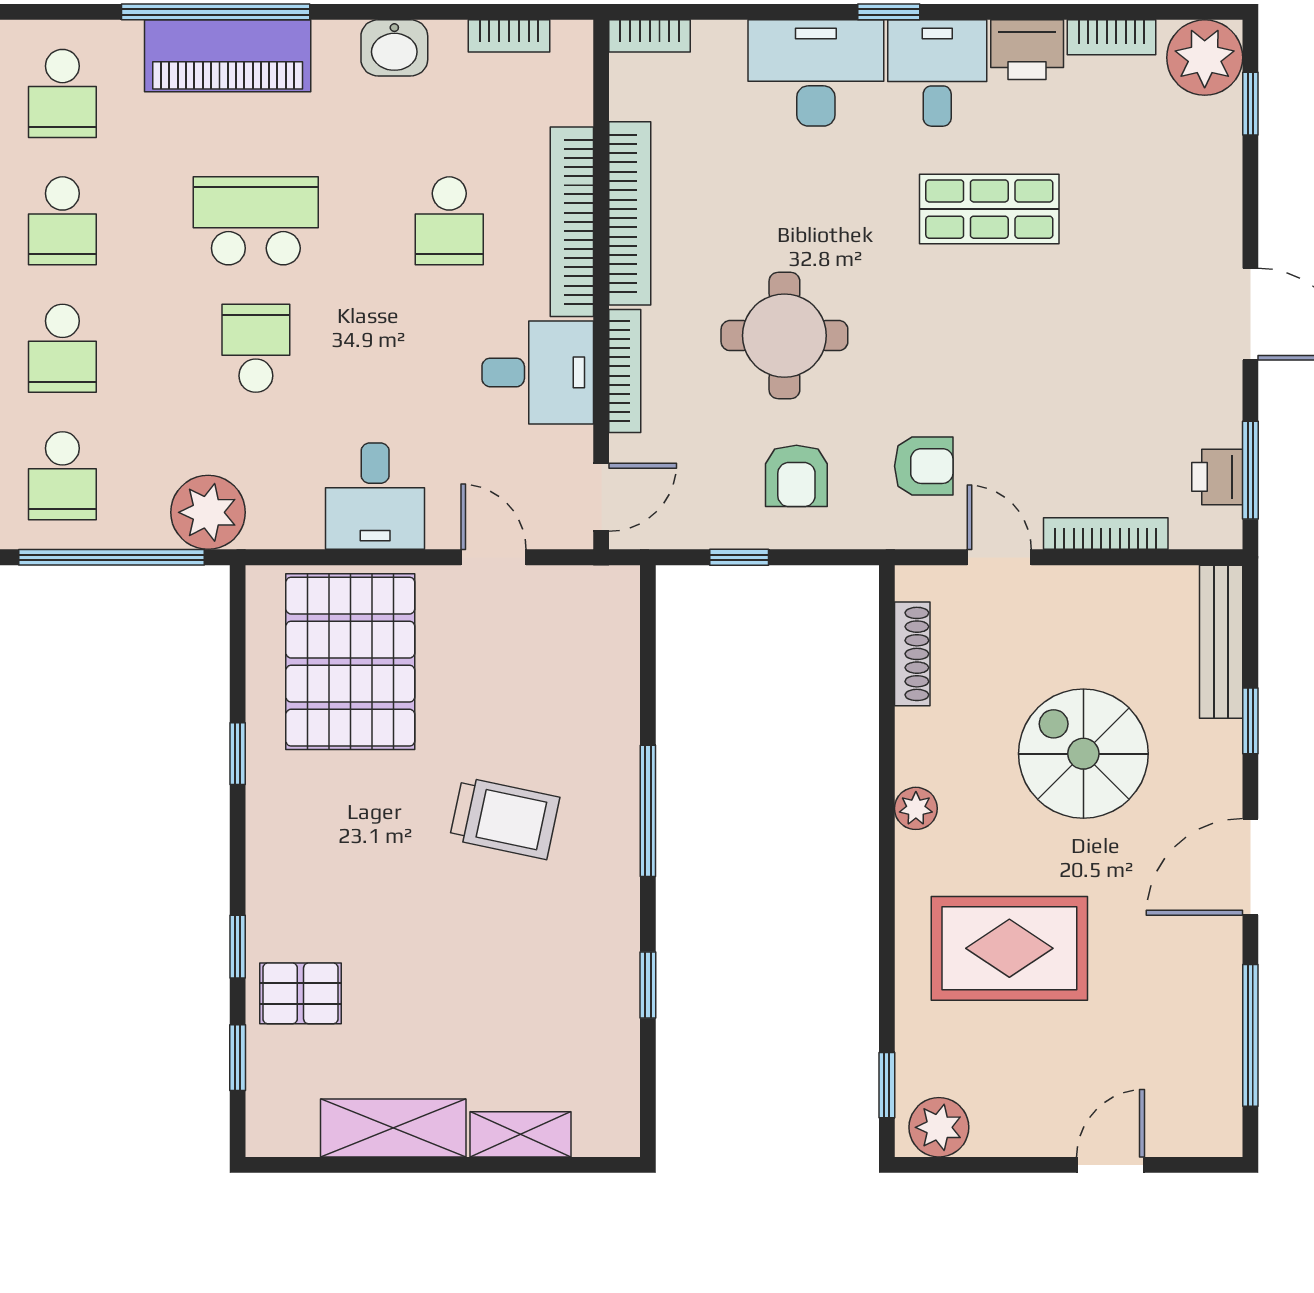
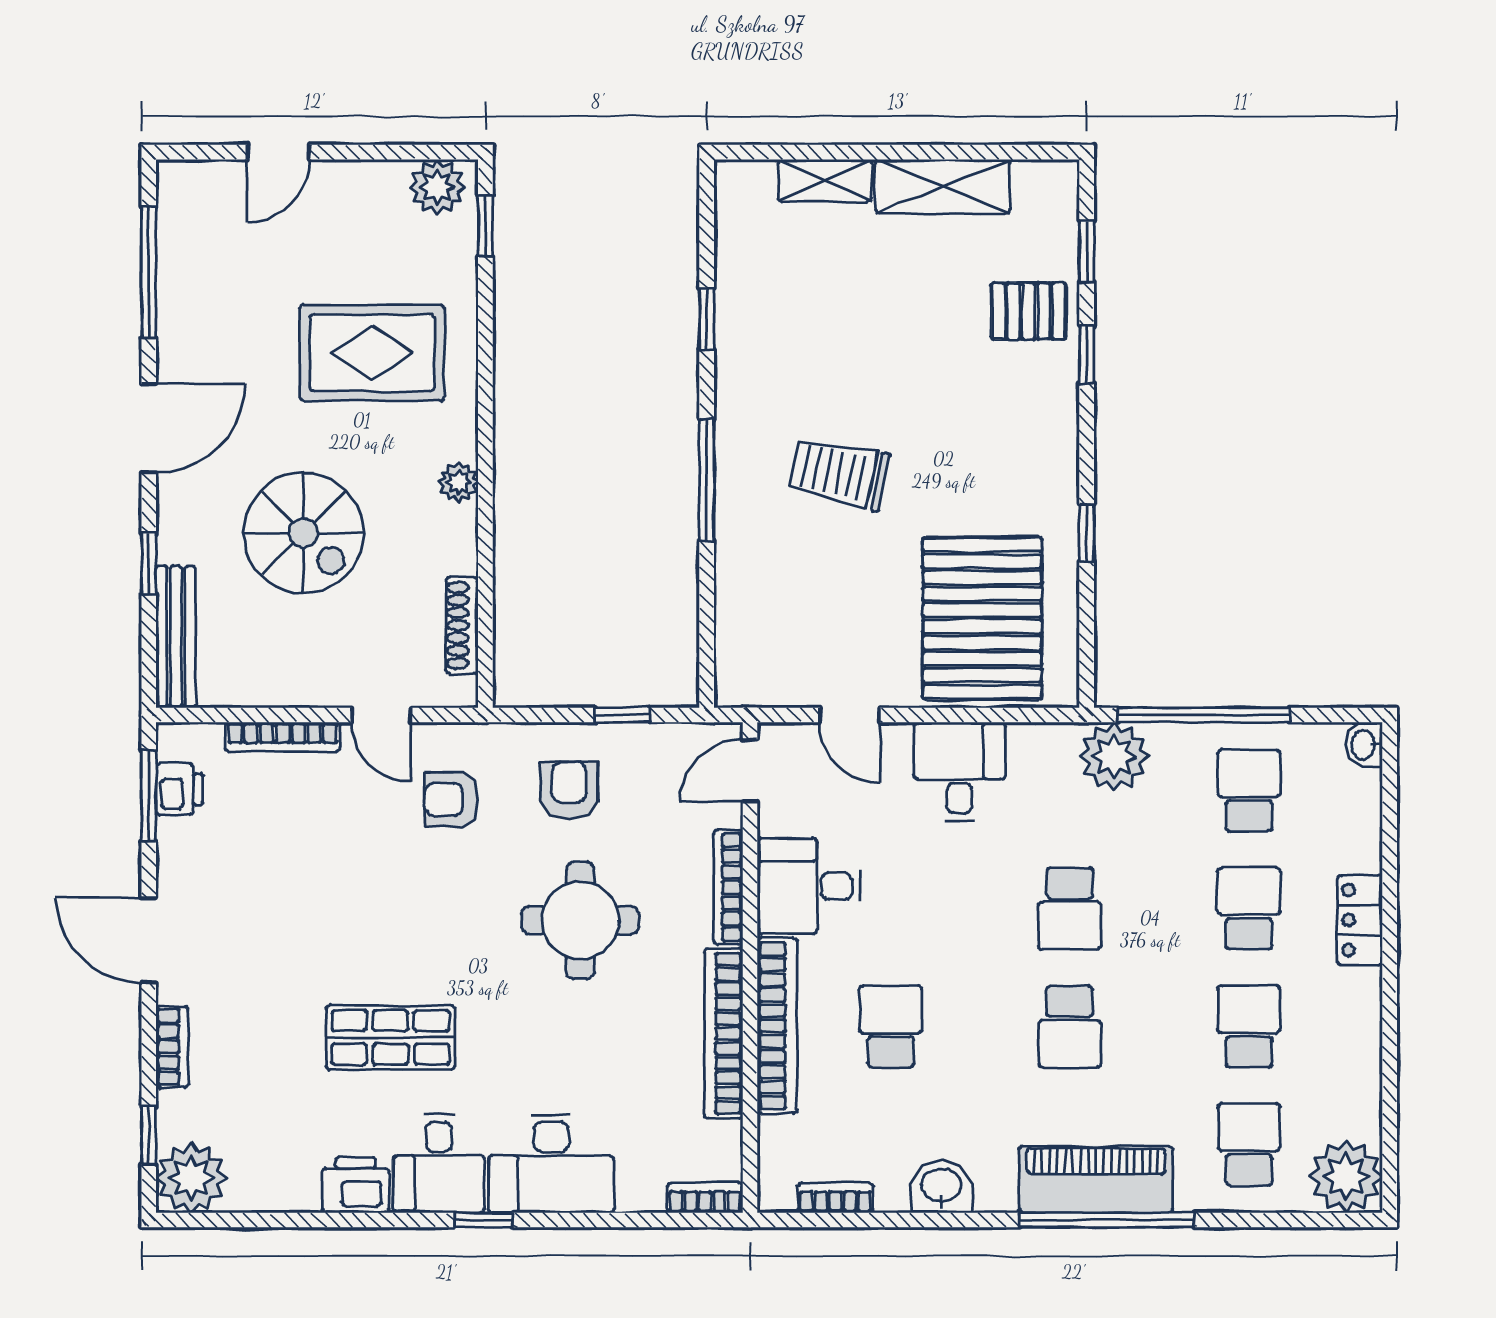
bookcase: (1111, 37) -> (172, 1047), moved, turned 90
school desk: (256, 221) -> (1070, 1027), width x0.54

